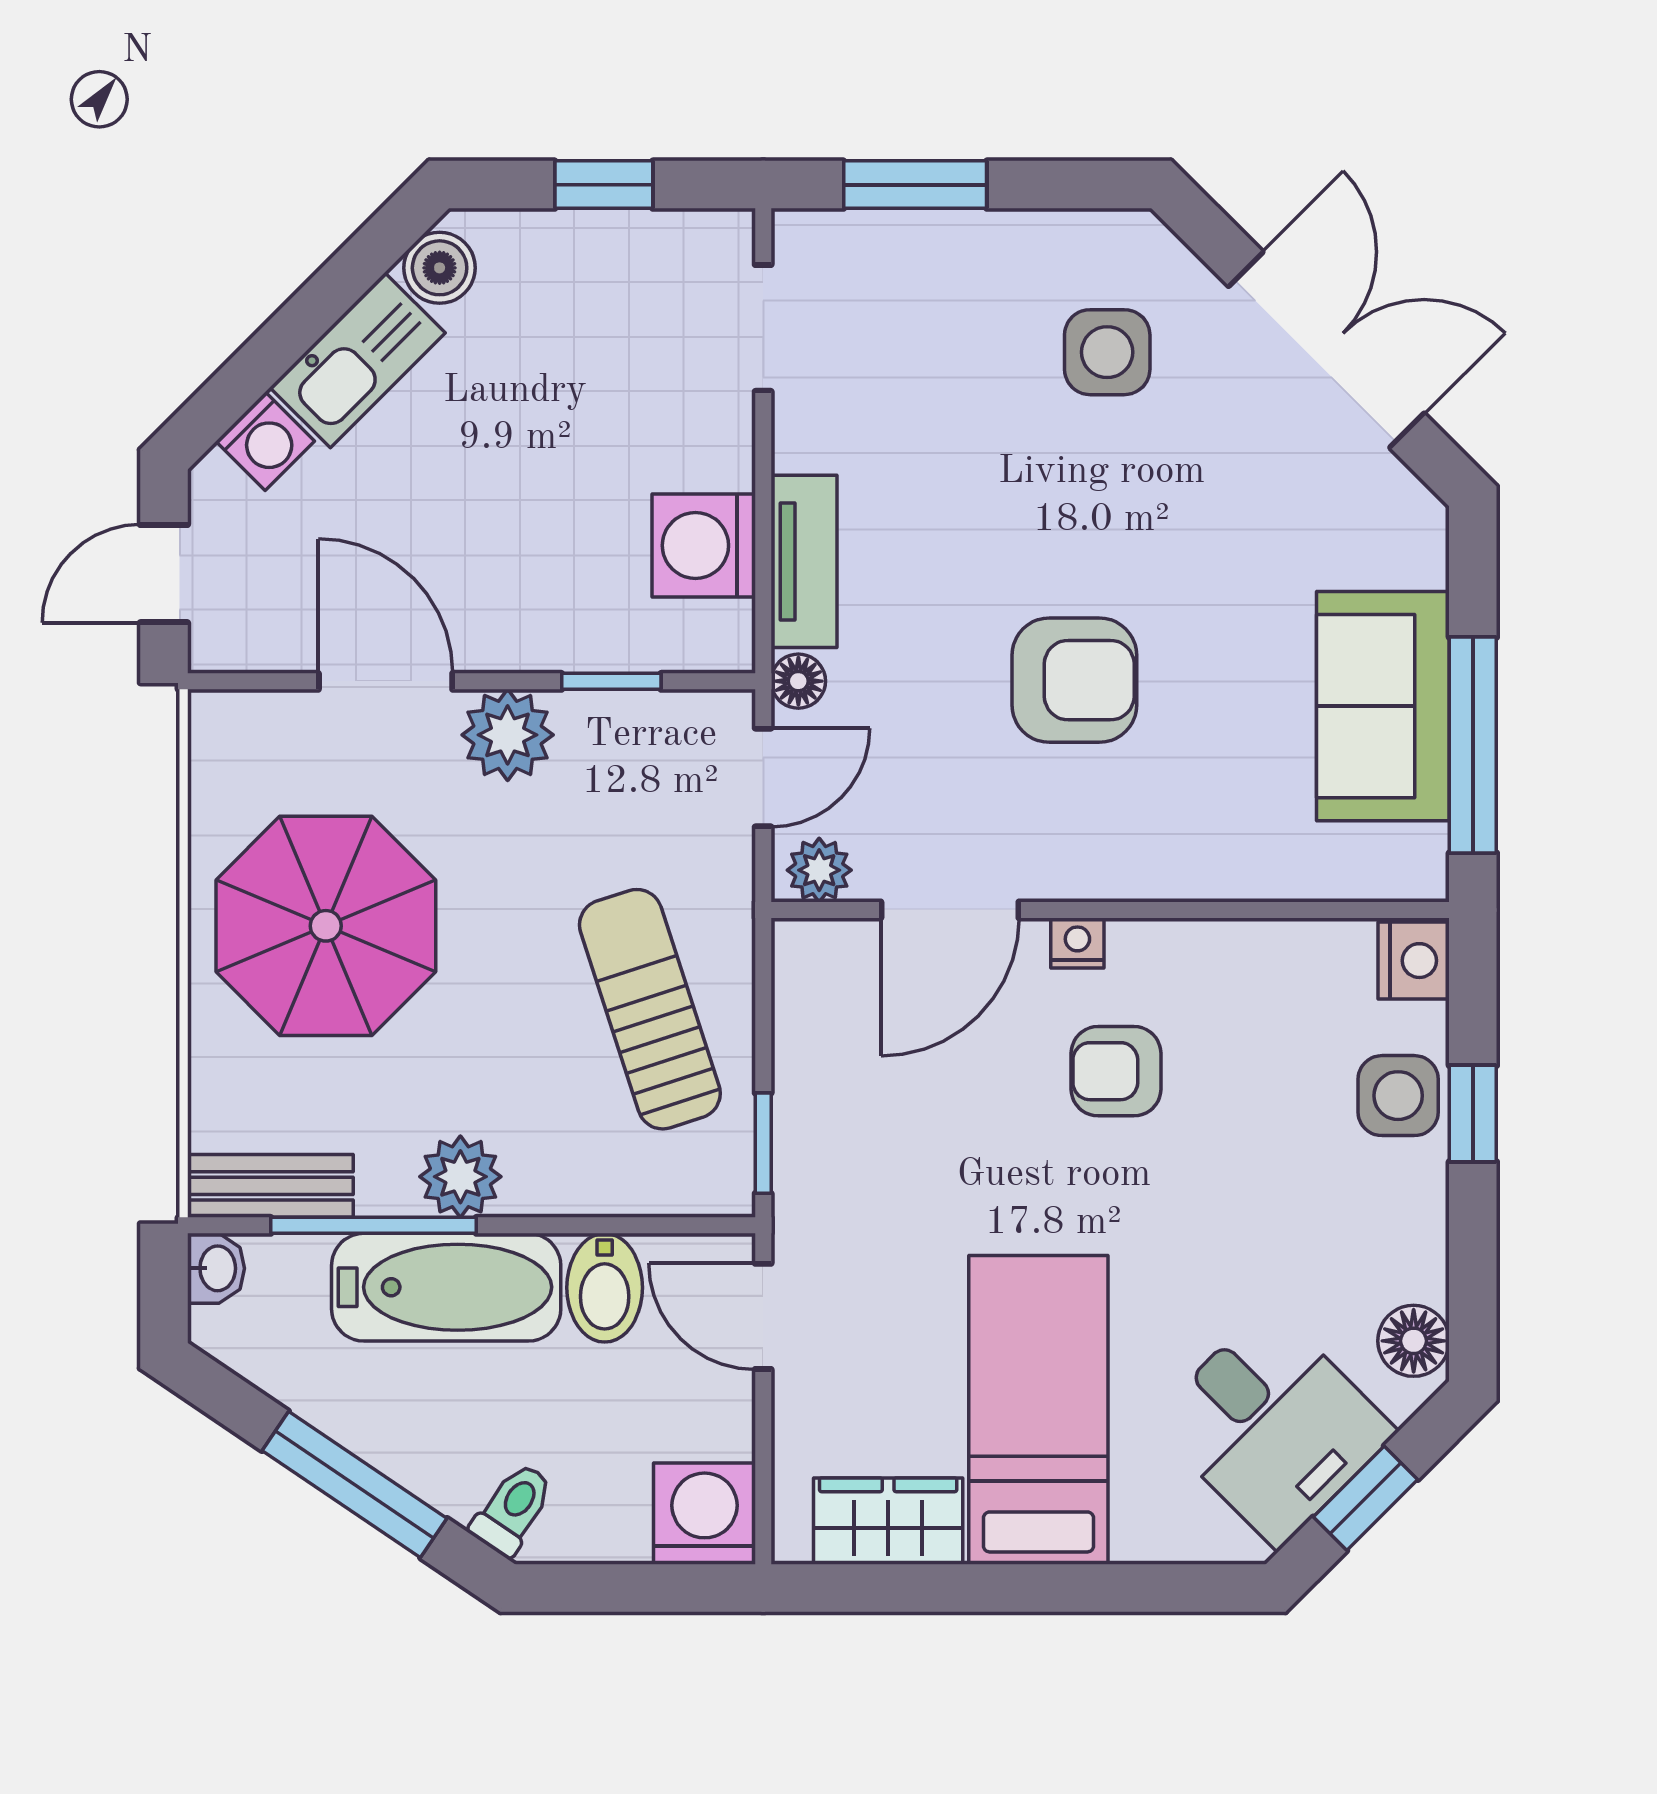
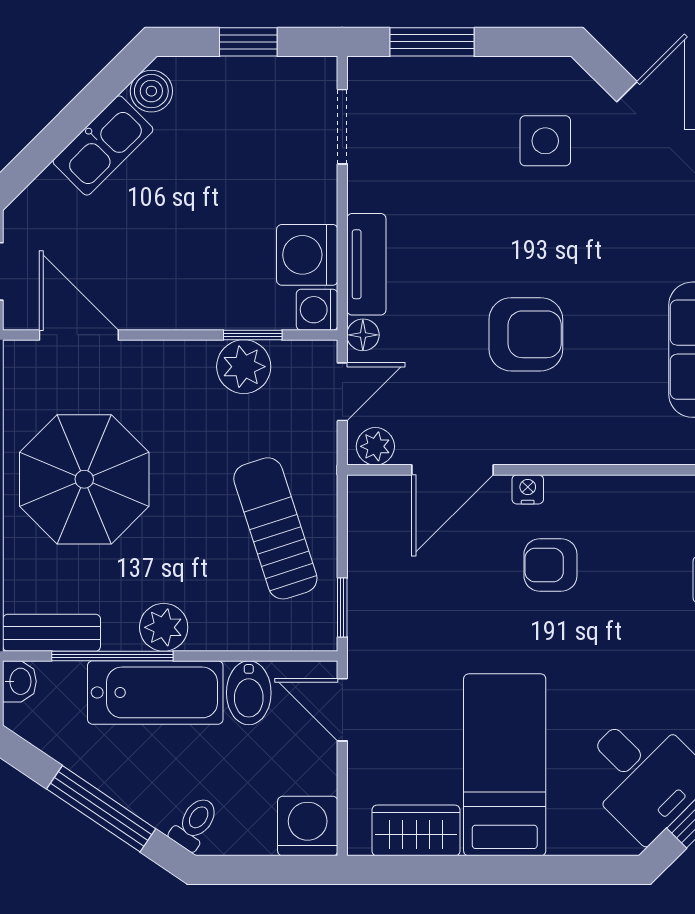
washing machine: (265, 441) -> (317, 310), moved, turned 135
door: (386, 681) -> (79, 335), moved
plant: (508, 735) -> (244, 367), moved

